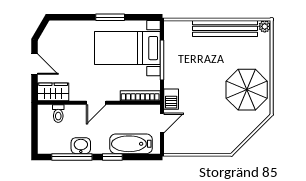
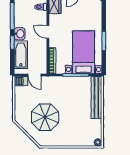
bench: (225, 28) -> (96, 97), moved
parasol: (247, 90) -> (45, 117), moved
barbecue: (171, 99) -> (21, 81), moved
washbasin: (81, 146) -> (20, 34), moved

